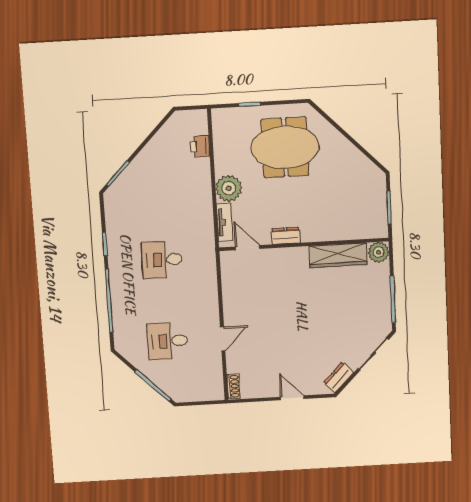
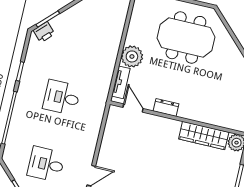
printer: (200, 146) -> (44, 32), moved, turned -135

